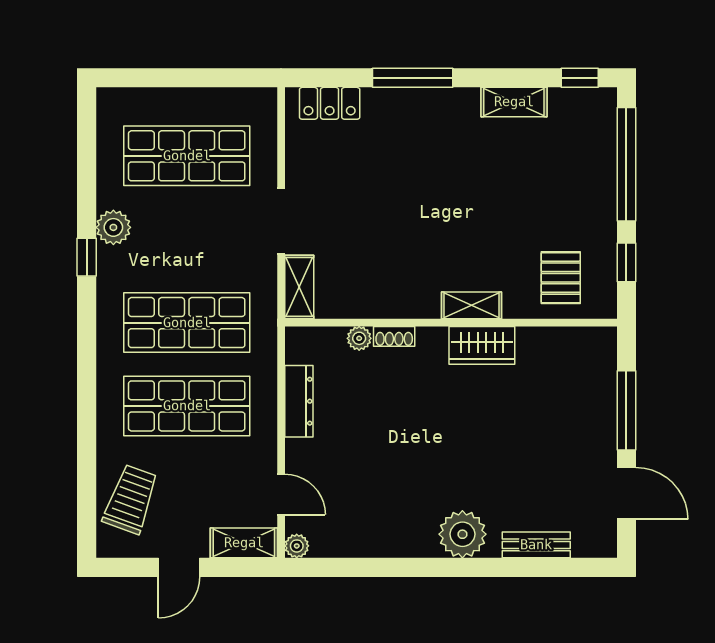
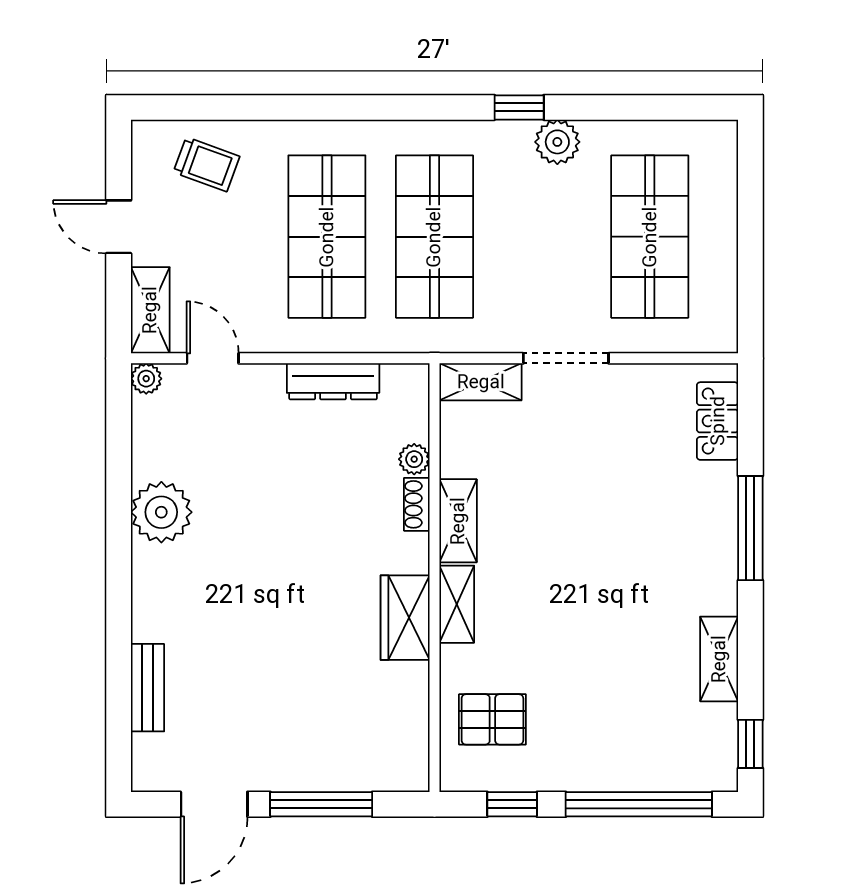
shelving: (407, 304) -> (458, 521), added
door: (281, 494) -> (213, 358), swing flipped
trolley: (131, 499) -> (206, 164), width x0.73, depth x0.72
plant: (462, 534) -> (161, 512), moved

